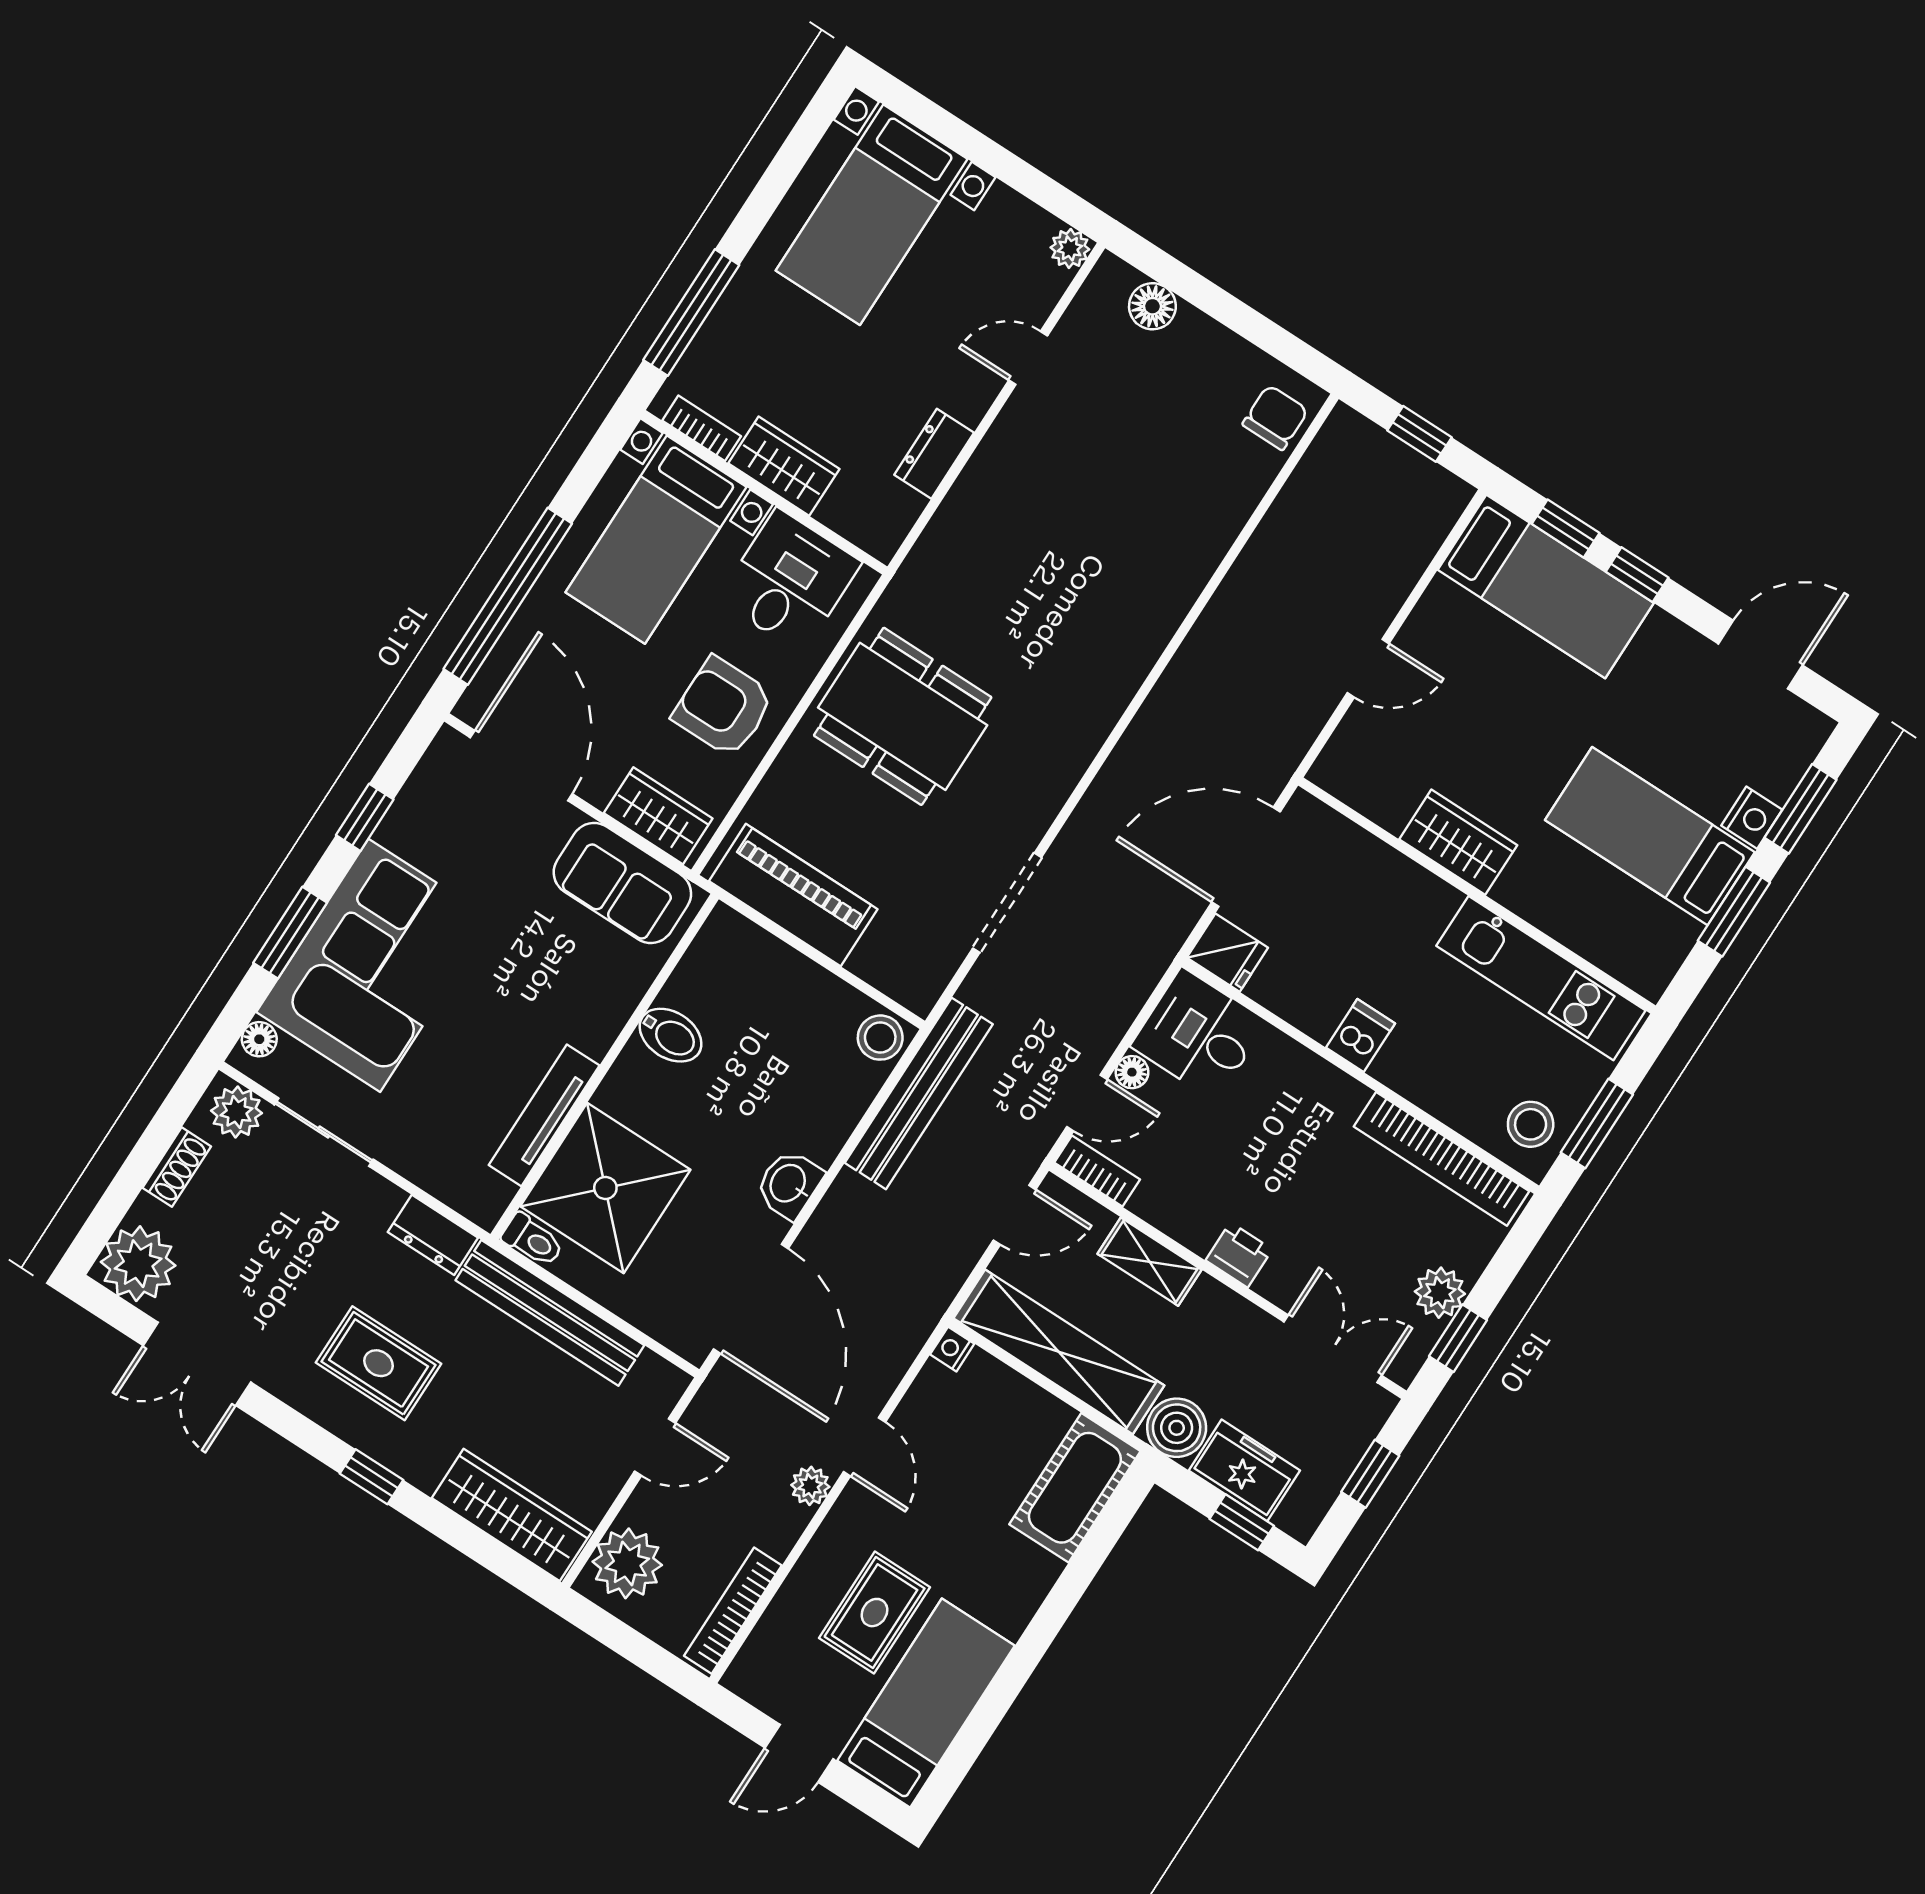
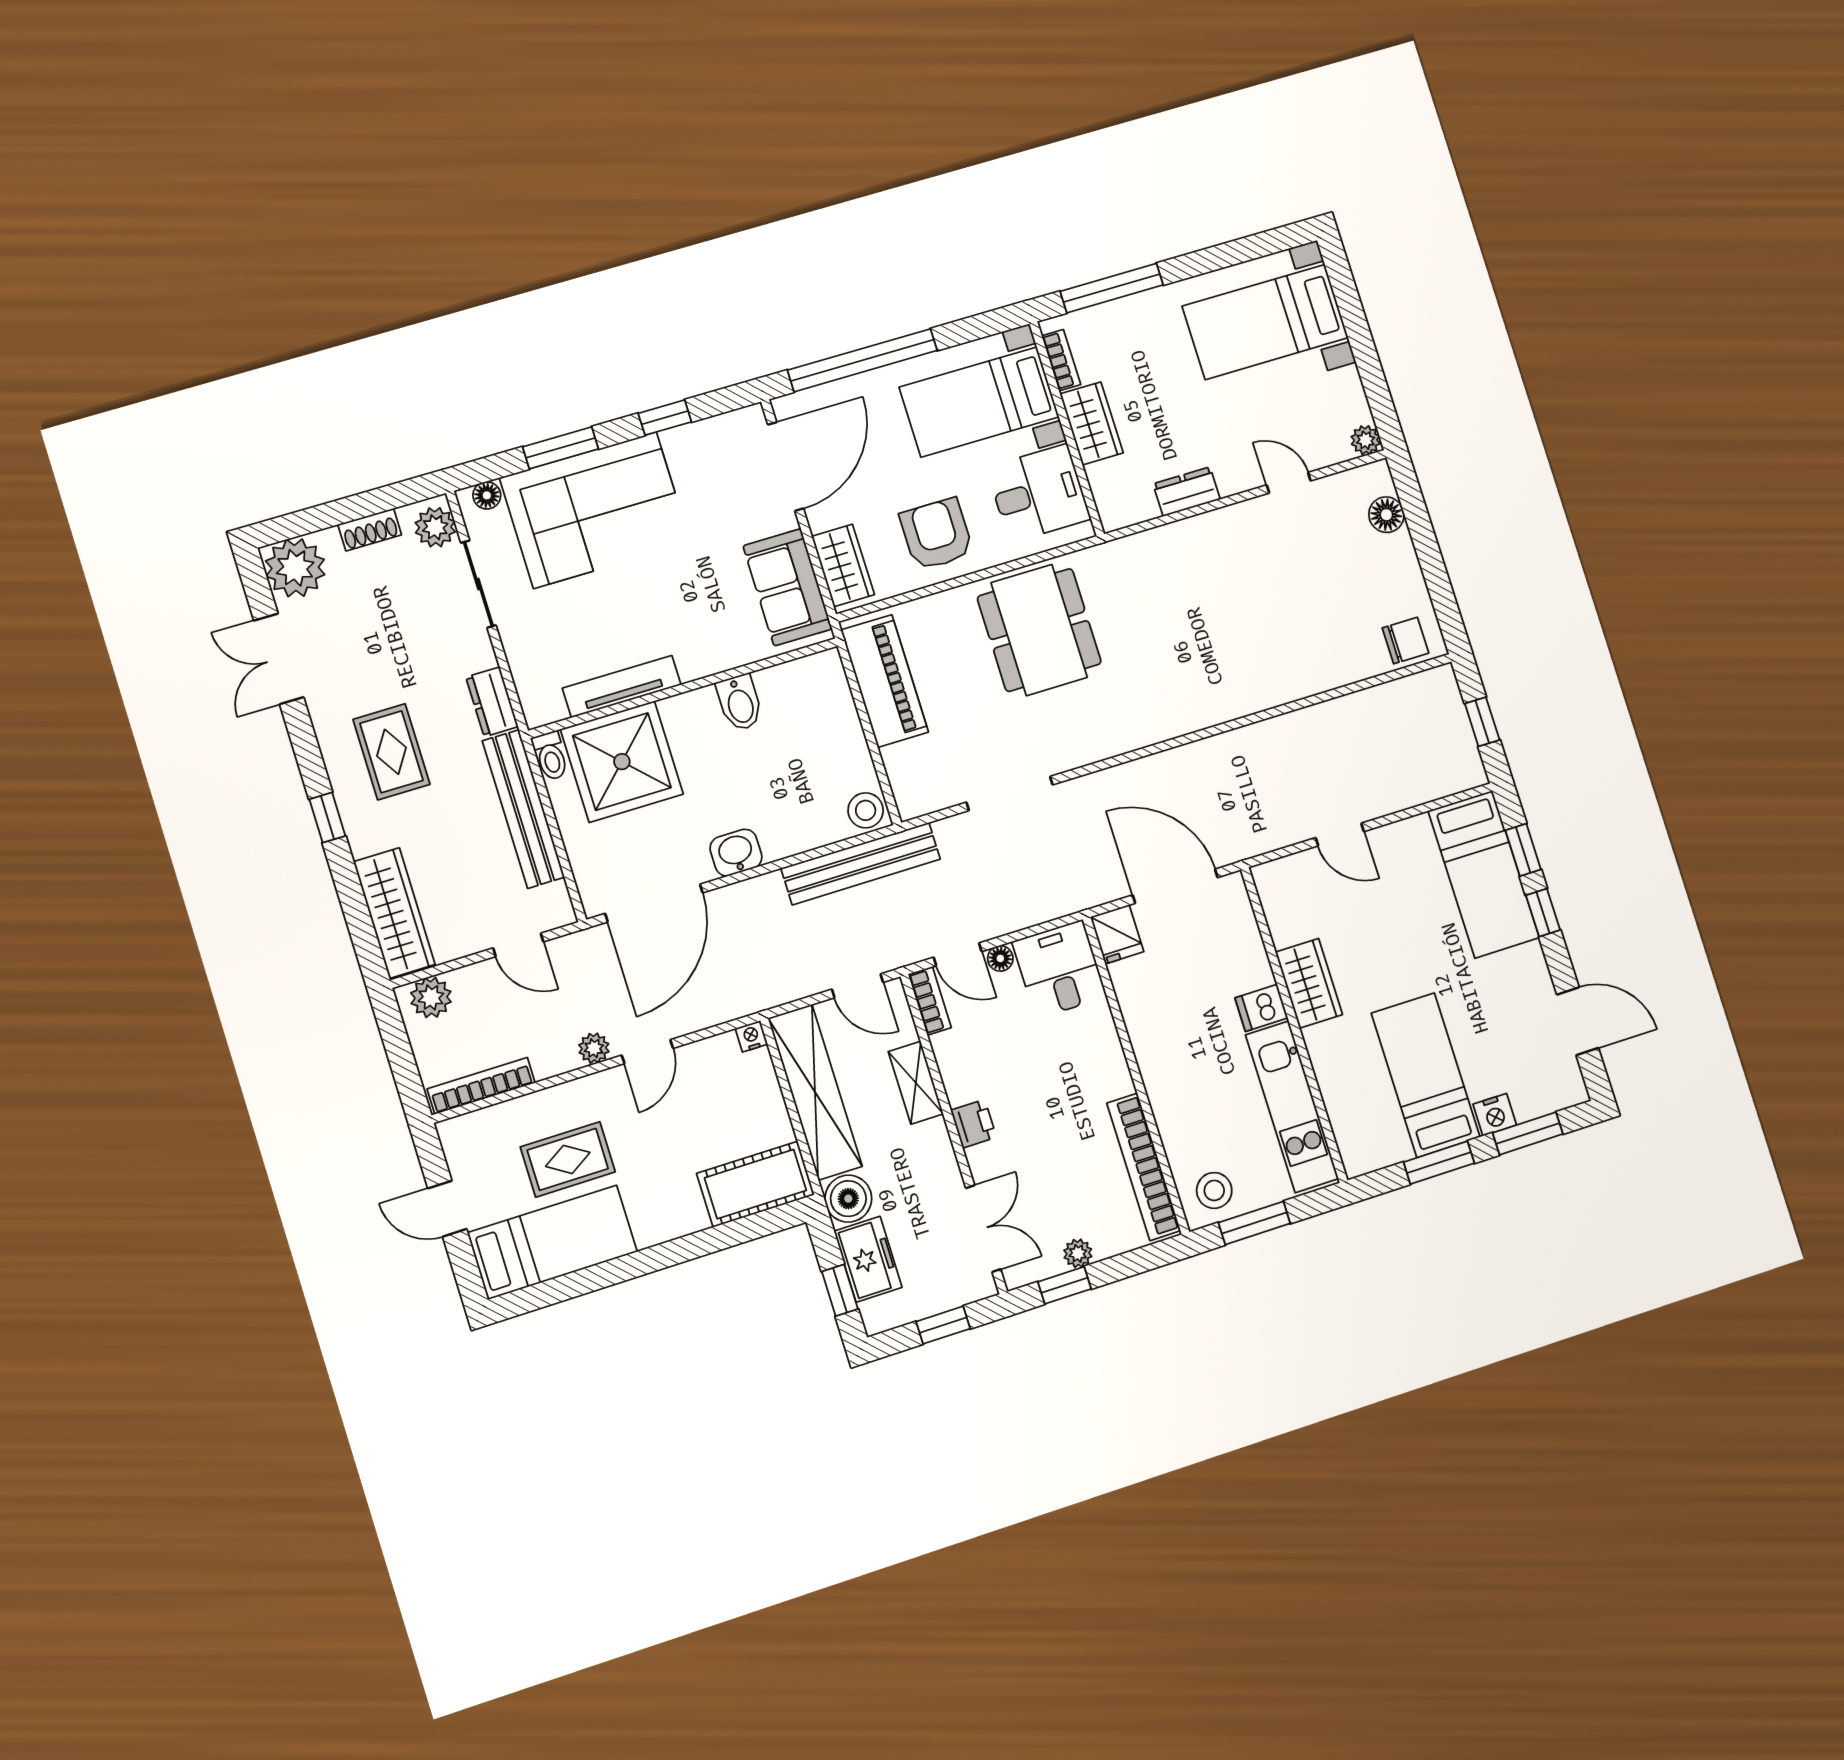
dishwasher: (1360, 1035) -> (1261, 1008), moved, turned 180
plant: (1440, 1293) -> (1078, 1253), width x0.73, depth x0.73
plant: (627, 1563) -> (431, 997), width x0.73, depth x0.73

